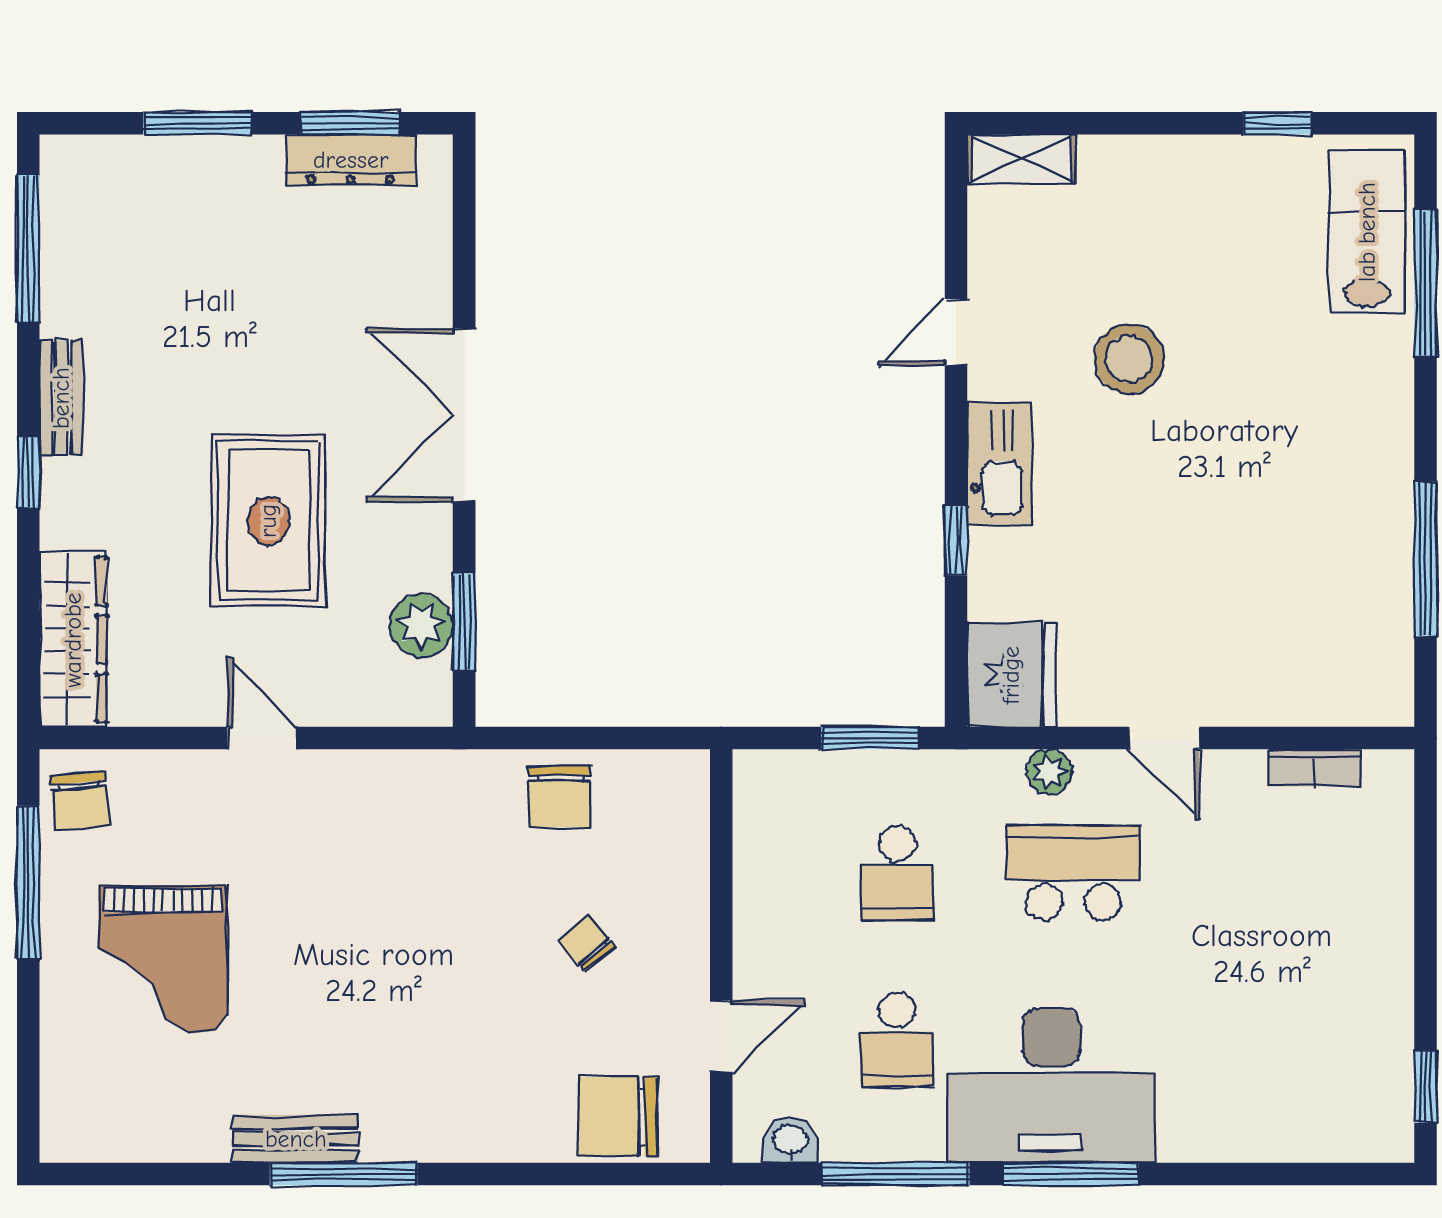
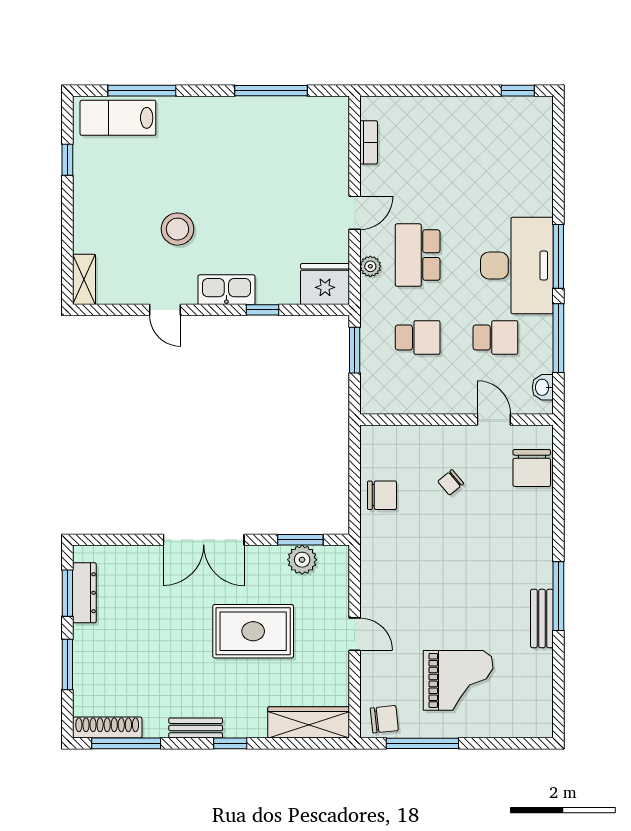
shoe rack: (62, 208) -> (107, 728), added
door: (262, 738) -> (355, 634), swing flipped

